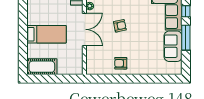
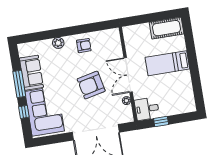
armchair: (120, 26) -> (91, 85), width x1.88, depth x1.88
plant: (144, 70) -> (58, 43), added

